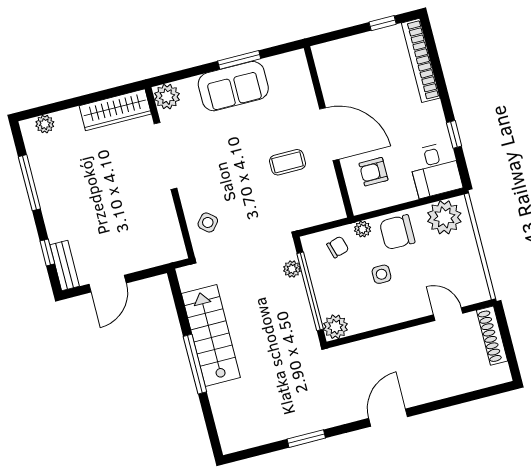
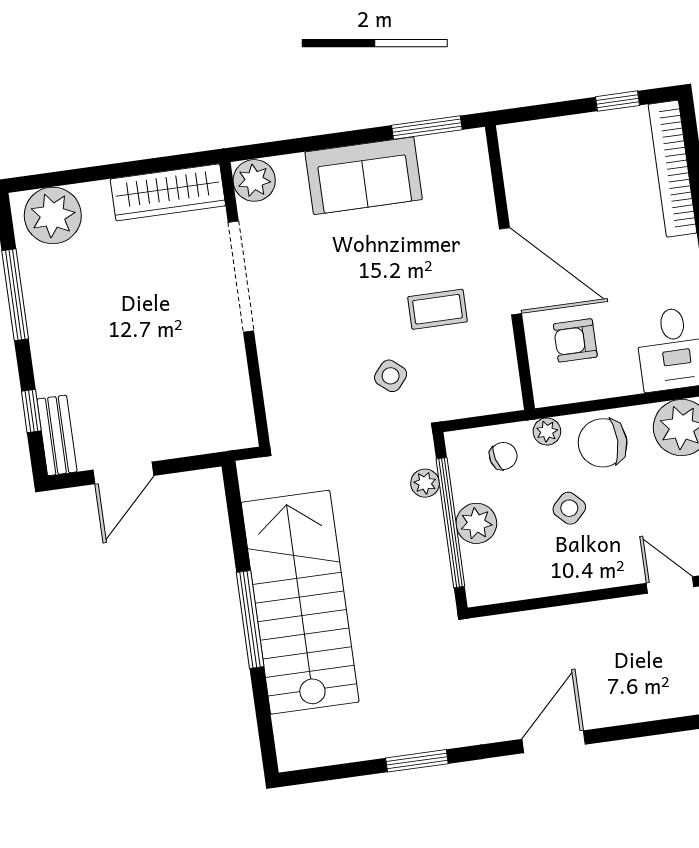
window: (239, 60) -> (427, 128), moved
plant: (45, 124) -> (53, 215), width x1.87, depth x1.87
side table: (208, 222) -> (391, 376), moved
side table: (381, 274) -> (569, 508), turned 45
plant: (335, 327) -> (476, 523), moved
stairs: (211, 335) -> (300, 602), width x1.36, depth x1.51

